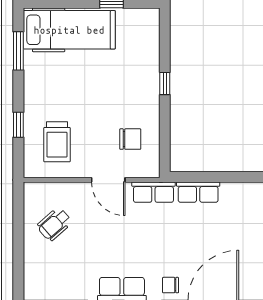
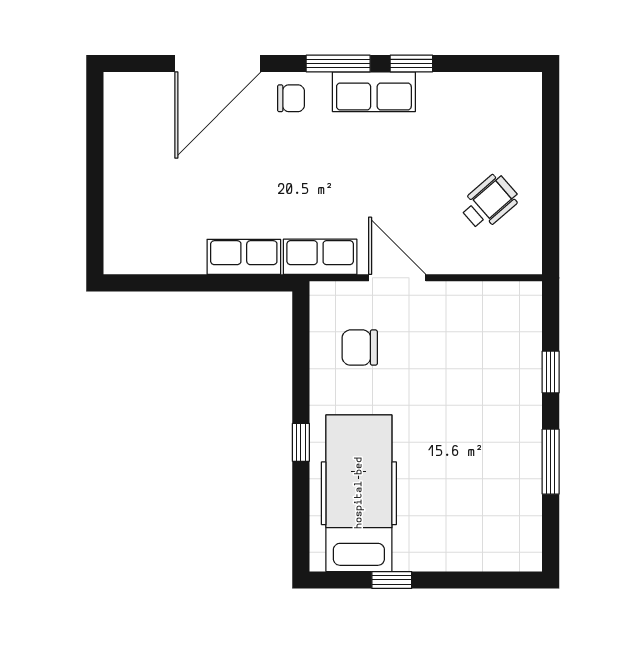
hospital bed: (69, 30) -> (359, 493), moved, turned 90
window: (18, 51) -> (551, 462), moved
trolley: (57, 142) -> (485, 343), removed

